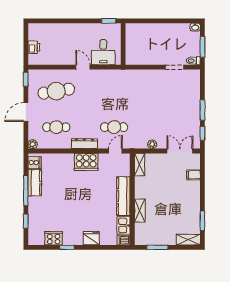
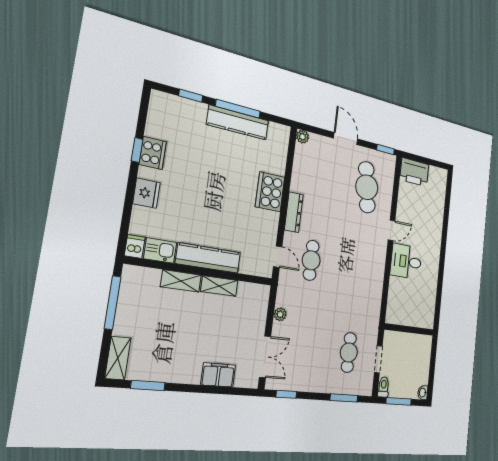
window: (109, 21) -> (441, 275), removed
wall: (123, 44) -> (409, 330), moved
printer: (34, 47) -> (414, 172), width x1.87, depth x1.48
window: (202, 110) -> (344, 398), moved
cafe table: (56, 127) -> (349, 352), moved
cooker: (86, 162) -> (270, 192), moved
cooker: (34, 163) -> (277, 133), removed
shelving: (140, 165) -> (219, 286), moved
filing cabinet: (193, 175) -> (218, 375), width x2.00
kitchen counter: (35, 183) -> (238, 123), width x1.50
cooker: (54, 238) -> (153, 153), moved
window: (157, 247) -> (113, 303), width x1.44

